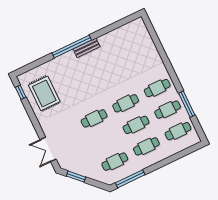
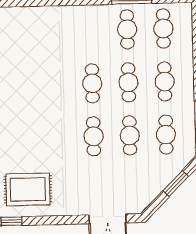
cafe table: (157, 88) -> (130, 135), moved
window: (76, 177) -> (176, 184), moved

